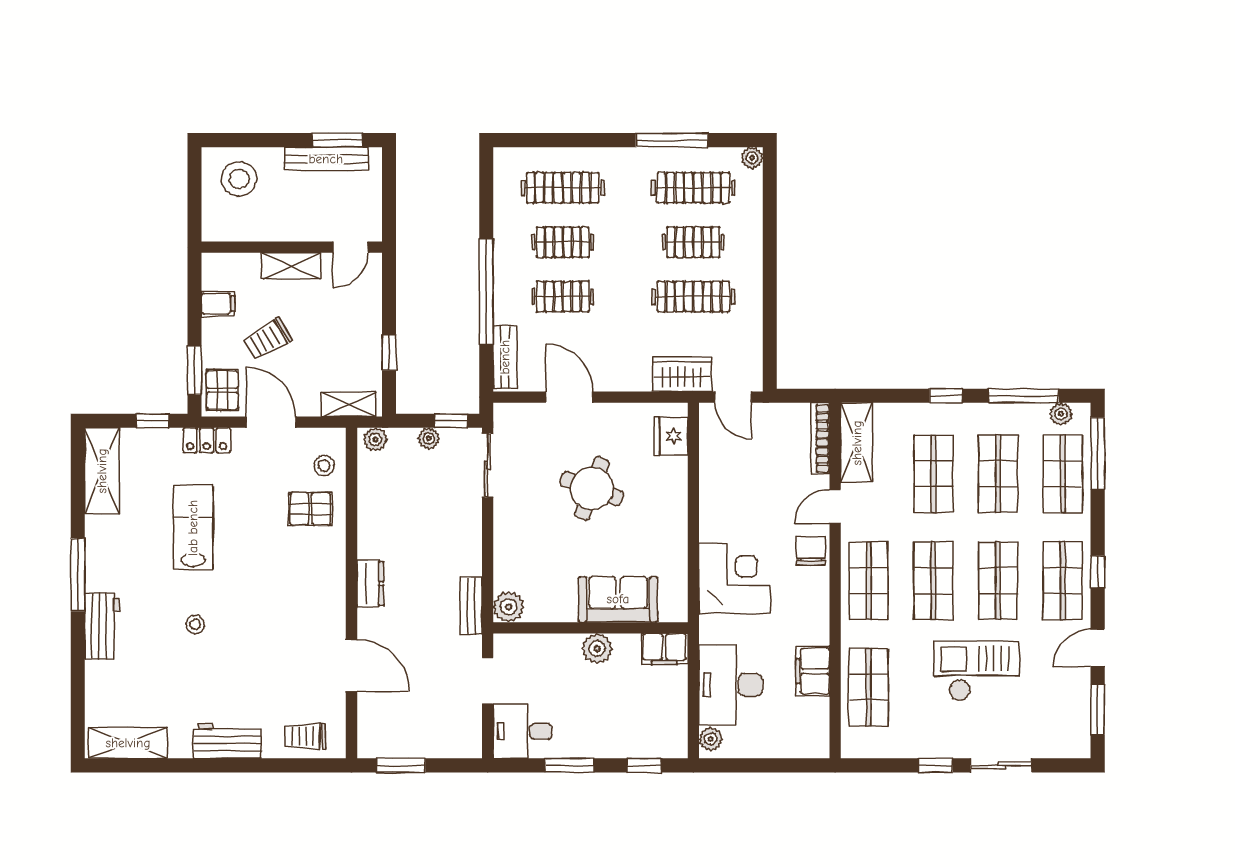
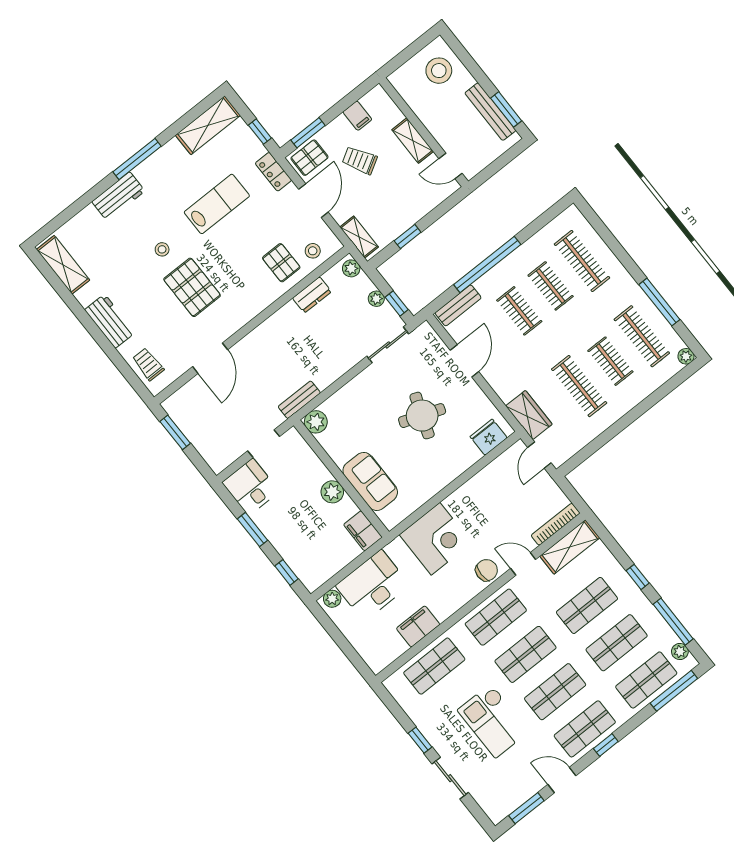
dresser: (370, 583) -> (312, 295), moved
pallet: (261, 625) -> (192, 287), added
checkout: (977, 671) -> (493, 721), turned 180

